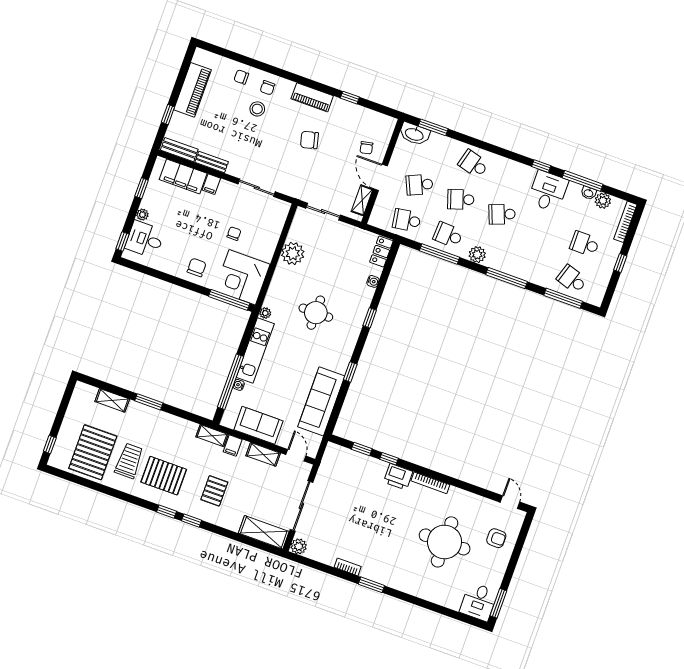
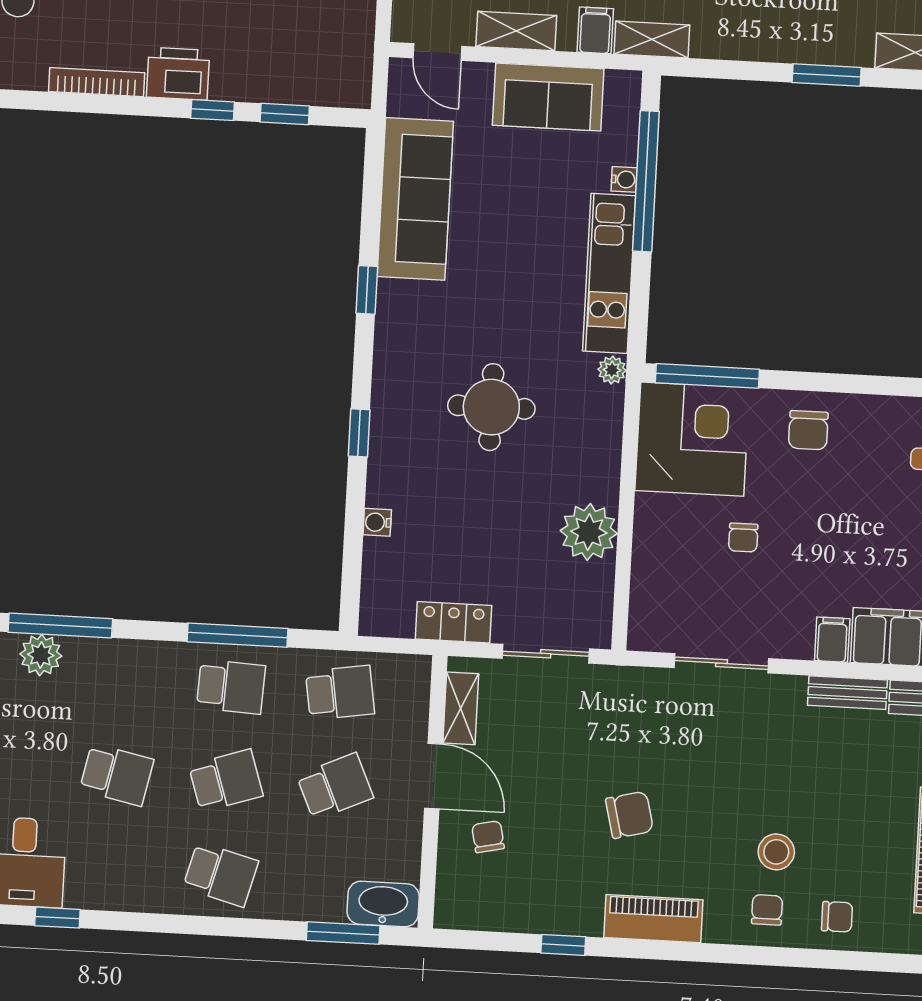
school desk: (502, 214) -> (117, 775), turned 33
locker: (381, 251) -> (453, 622), moved, turned -90
plant: (477, 255) -> (41, 655), moved

